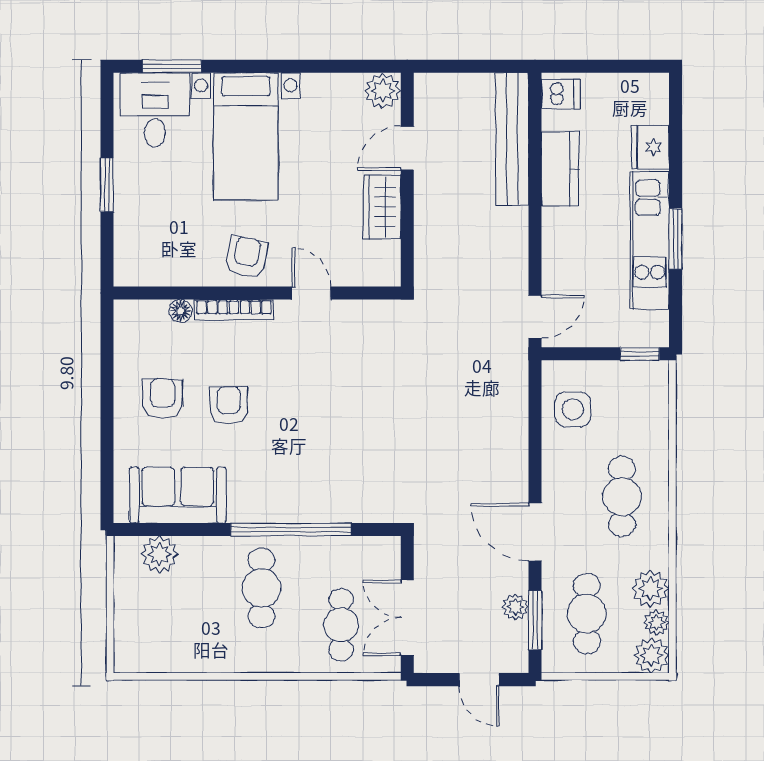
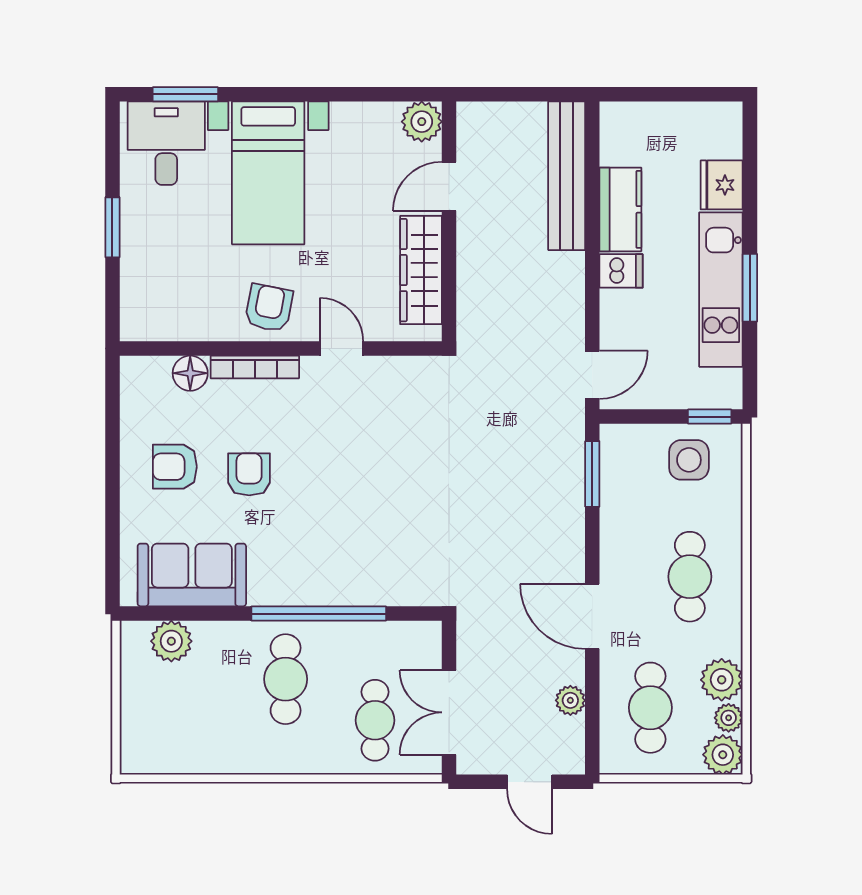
dishwasher: (561, 94) -> (621, 271), moved
wardrobe: (382, 207) -> (421, 270), width x1.50
floor lamp: (180, 311) -> (190, 373), width x1.37, depth x1.37
armchair: (163, 398) -> (175, 467), turned -90
side table: (573, 409) -> (689, 460), moved
window: (535, 620) -> (592, 474), moved

